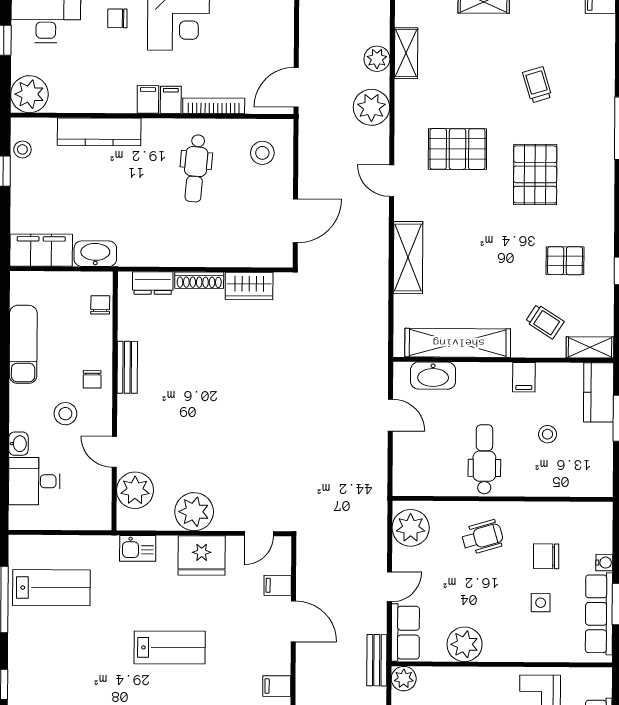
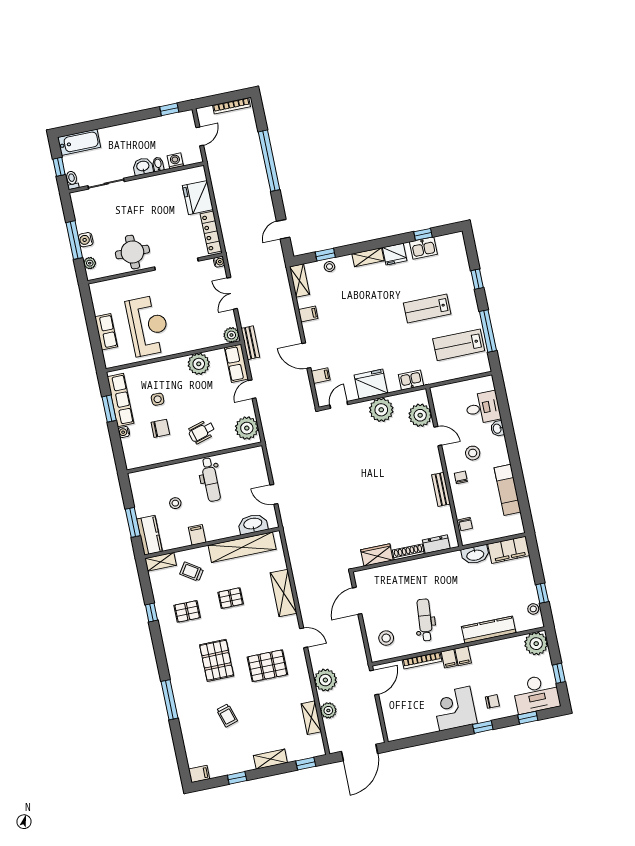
pallet: (492, 267) -> (231, 598), added
lab bench: (170, 648) -> (427, 308), moved

